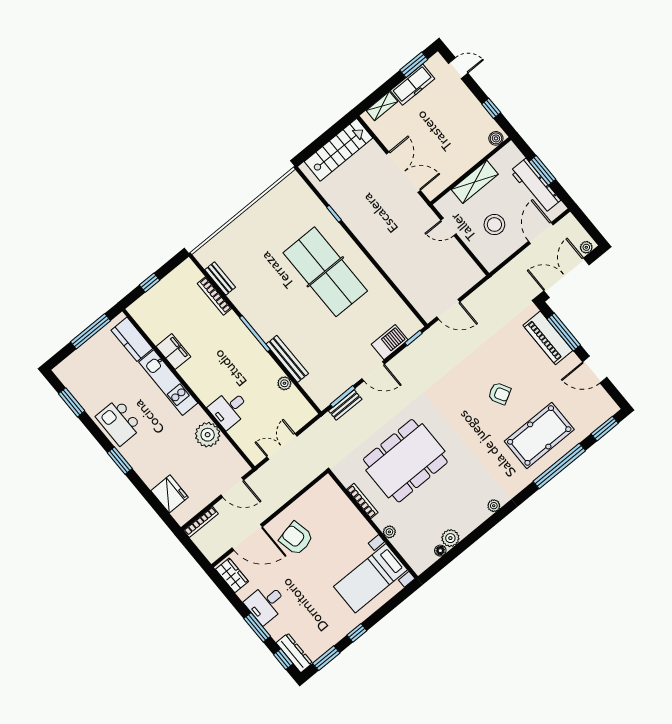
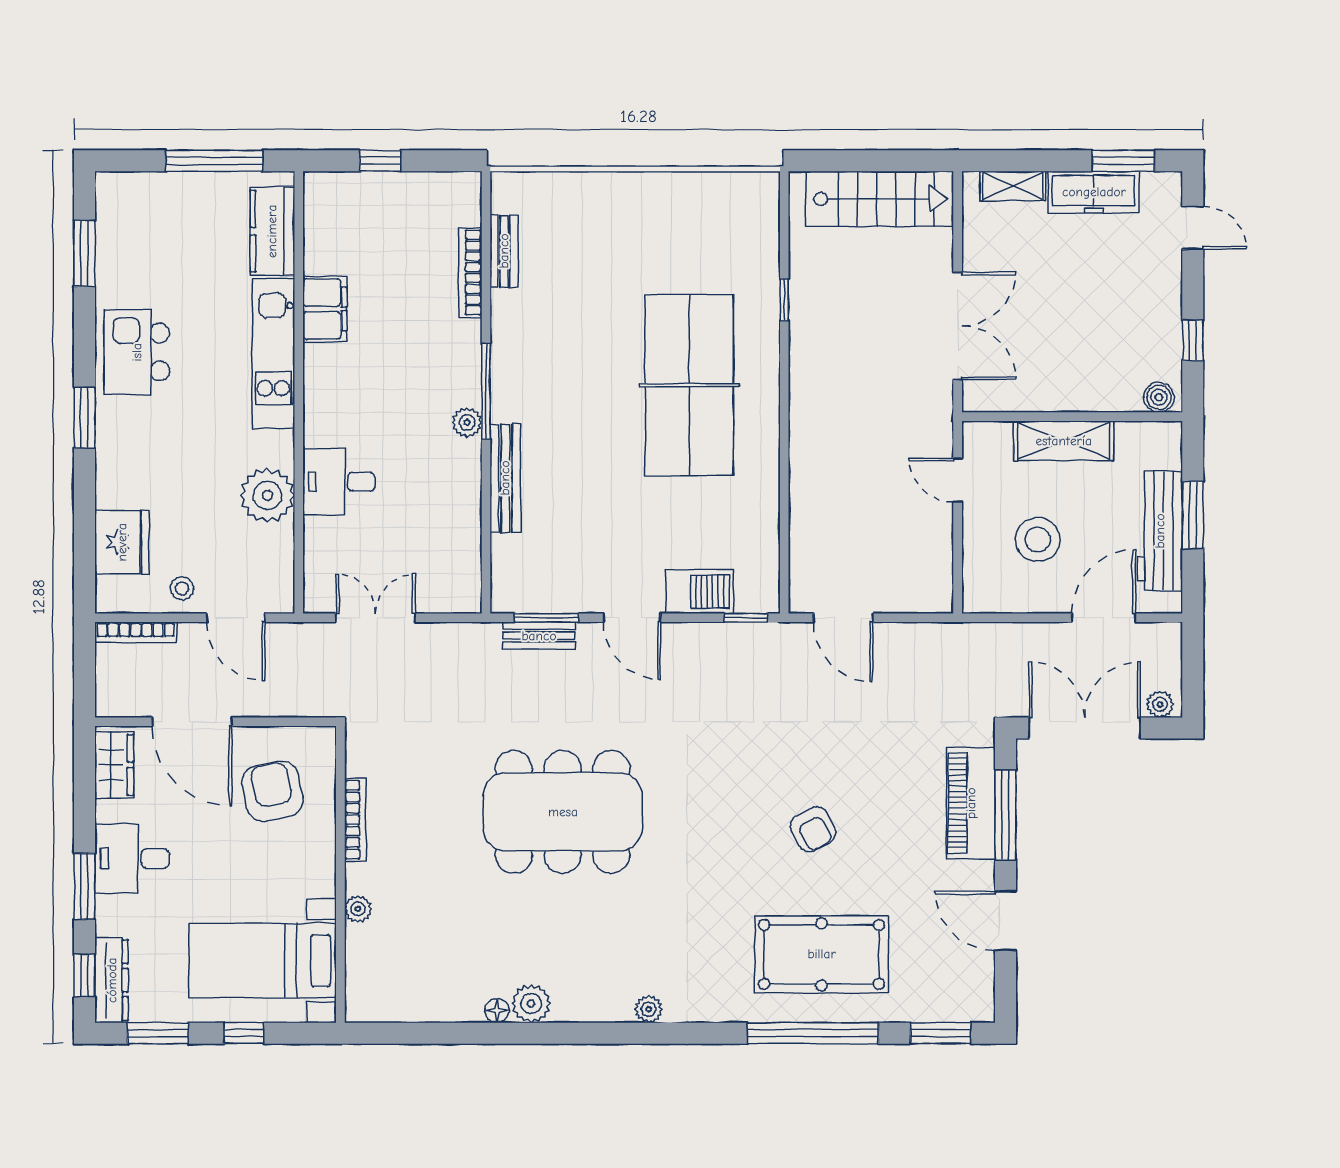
plant: (284, 383) -> (467, 422), moved
stool: (204, 493) -> (182, 588), added
bookcase: (362, 501) -> (355, 820), moved
wall: (373, 525) -> (340, 874), moved
plant: (389, 532) -> (358, 909), moved
bed with nightstands: (371, 578) -> (263, 961), moved

